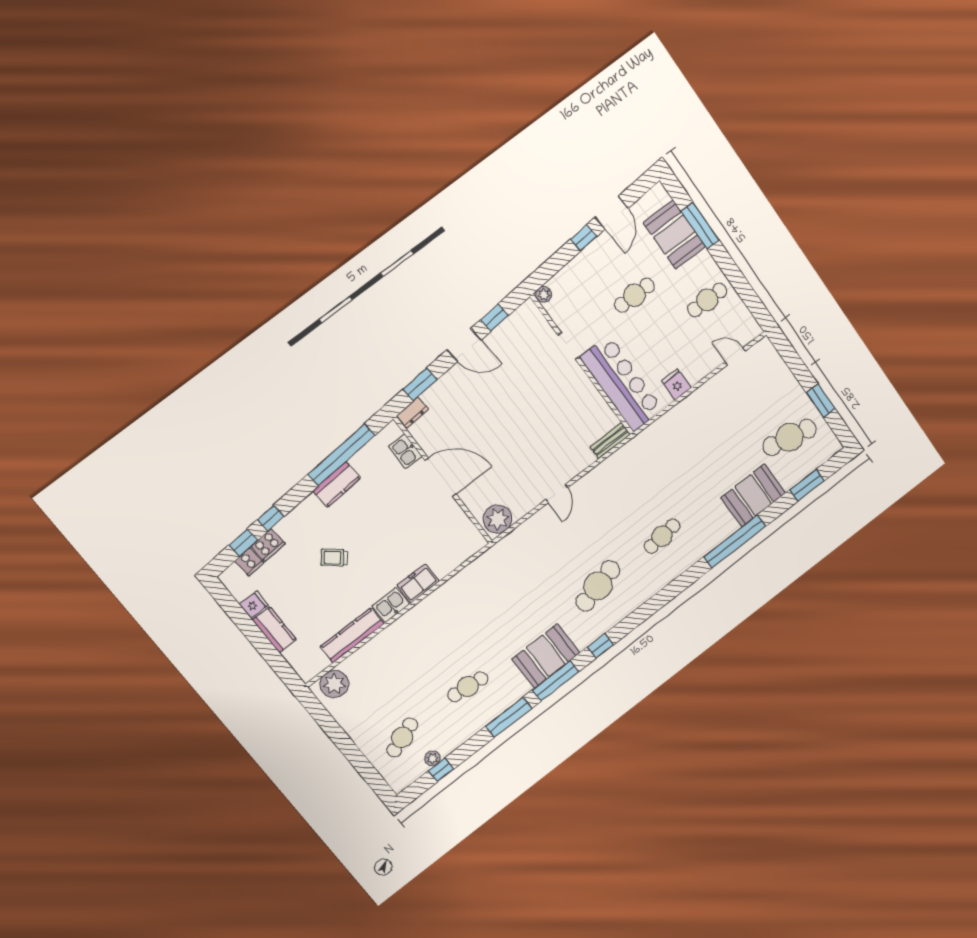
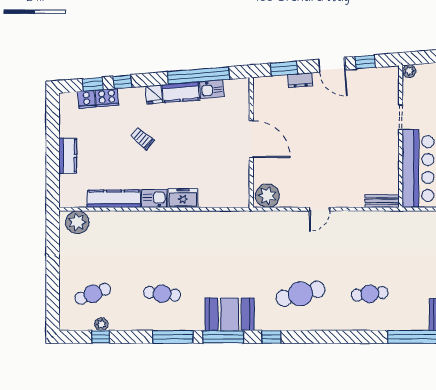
dresser: (413, 412) -> (300, 80), moved
kitchen sink: (405, 451) -> (212, 89), moved, turned -95
fridge: (254, 605) -> (154, 94), moved, turned 85

